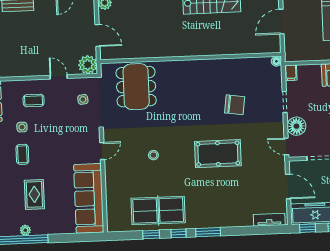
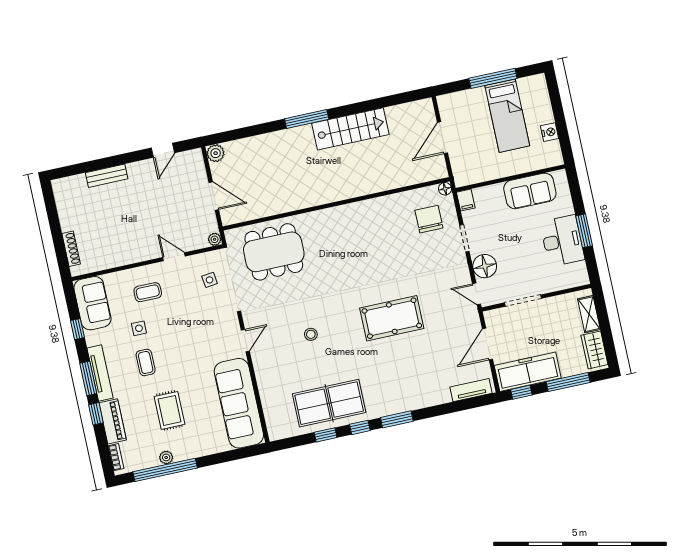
plant: (88, 65) -> (215, 239), width x0.53, depth x0.53
dining table: (136, 87) -> (274, 252), turned 90
chair: (235, 105) -> (429, 219), moved, turned -98
door: (288, 186) -> (487, 344), swing flipped

